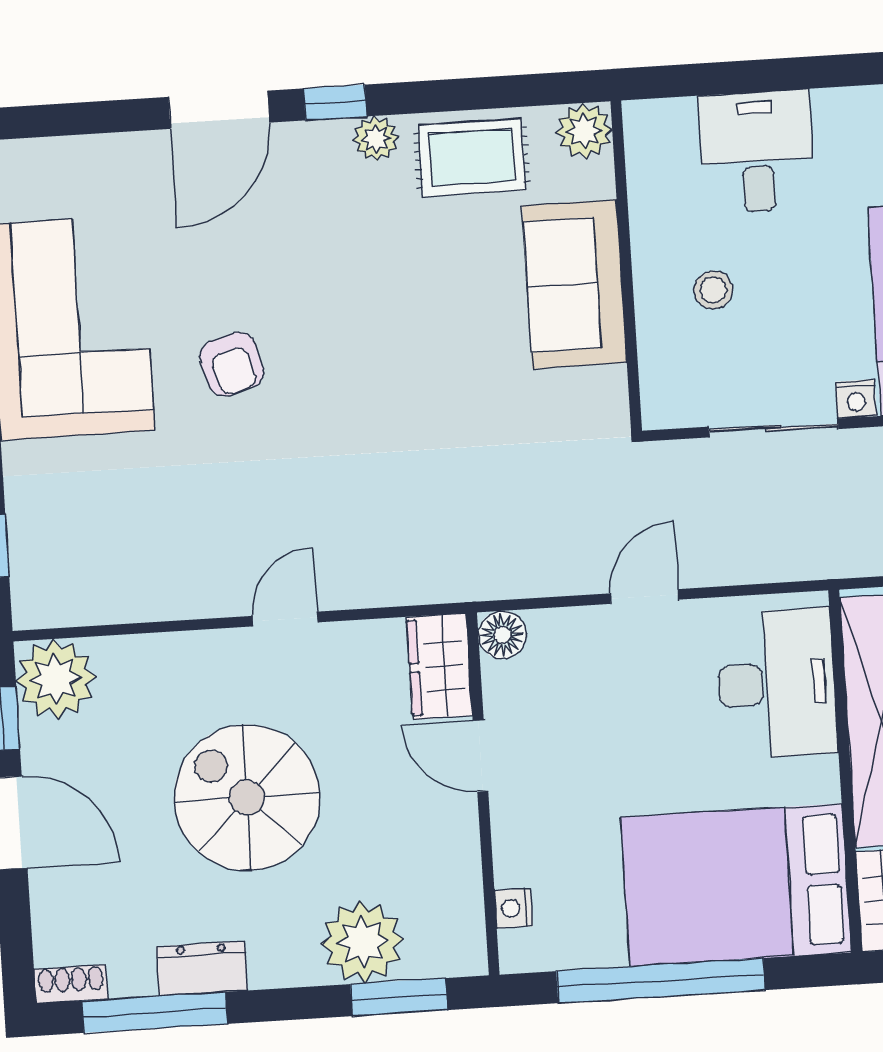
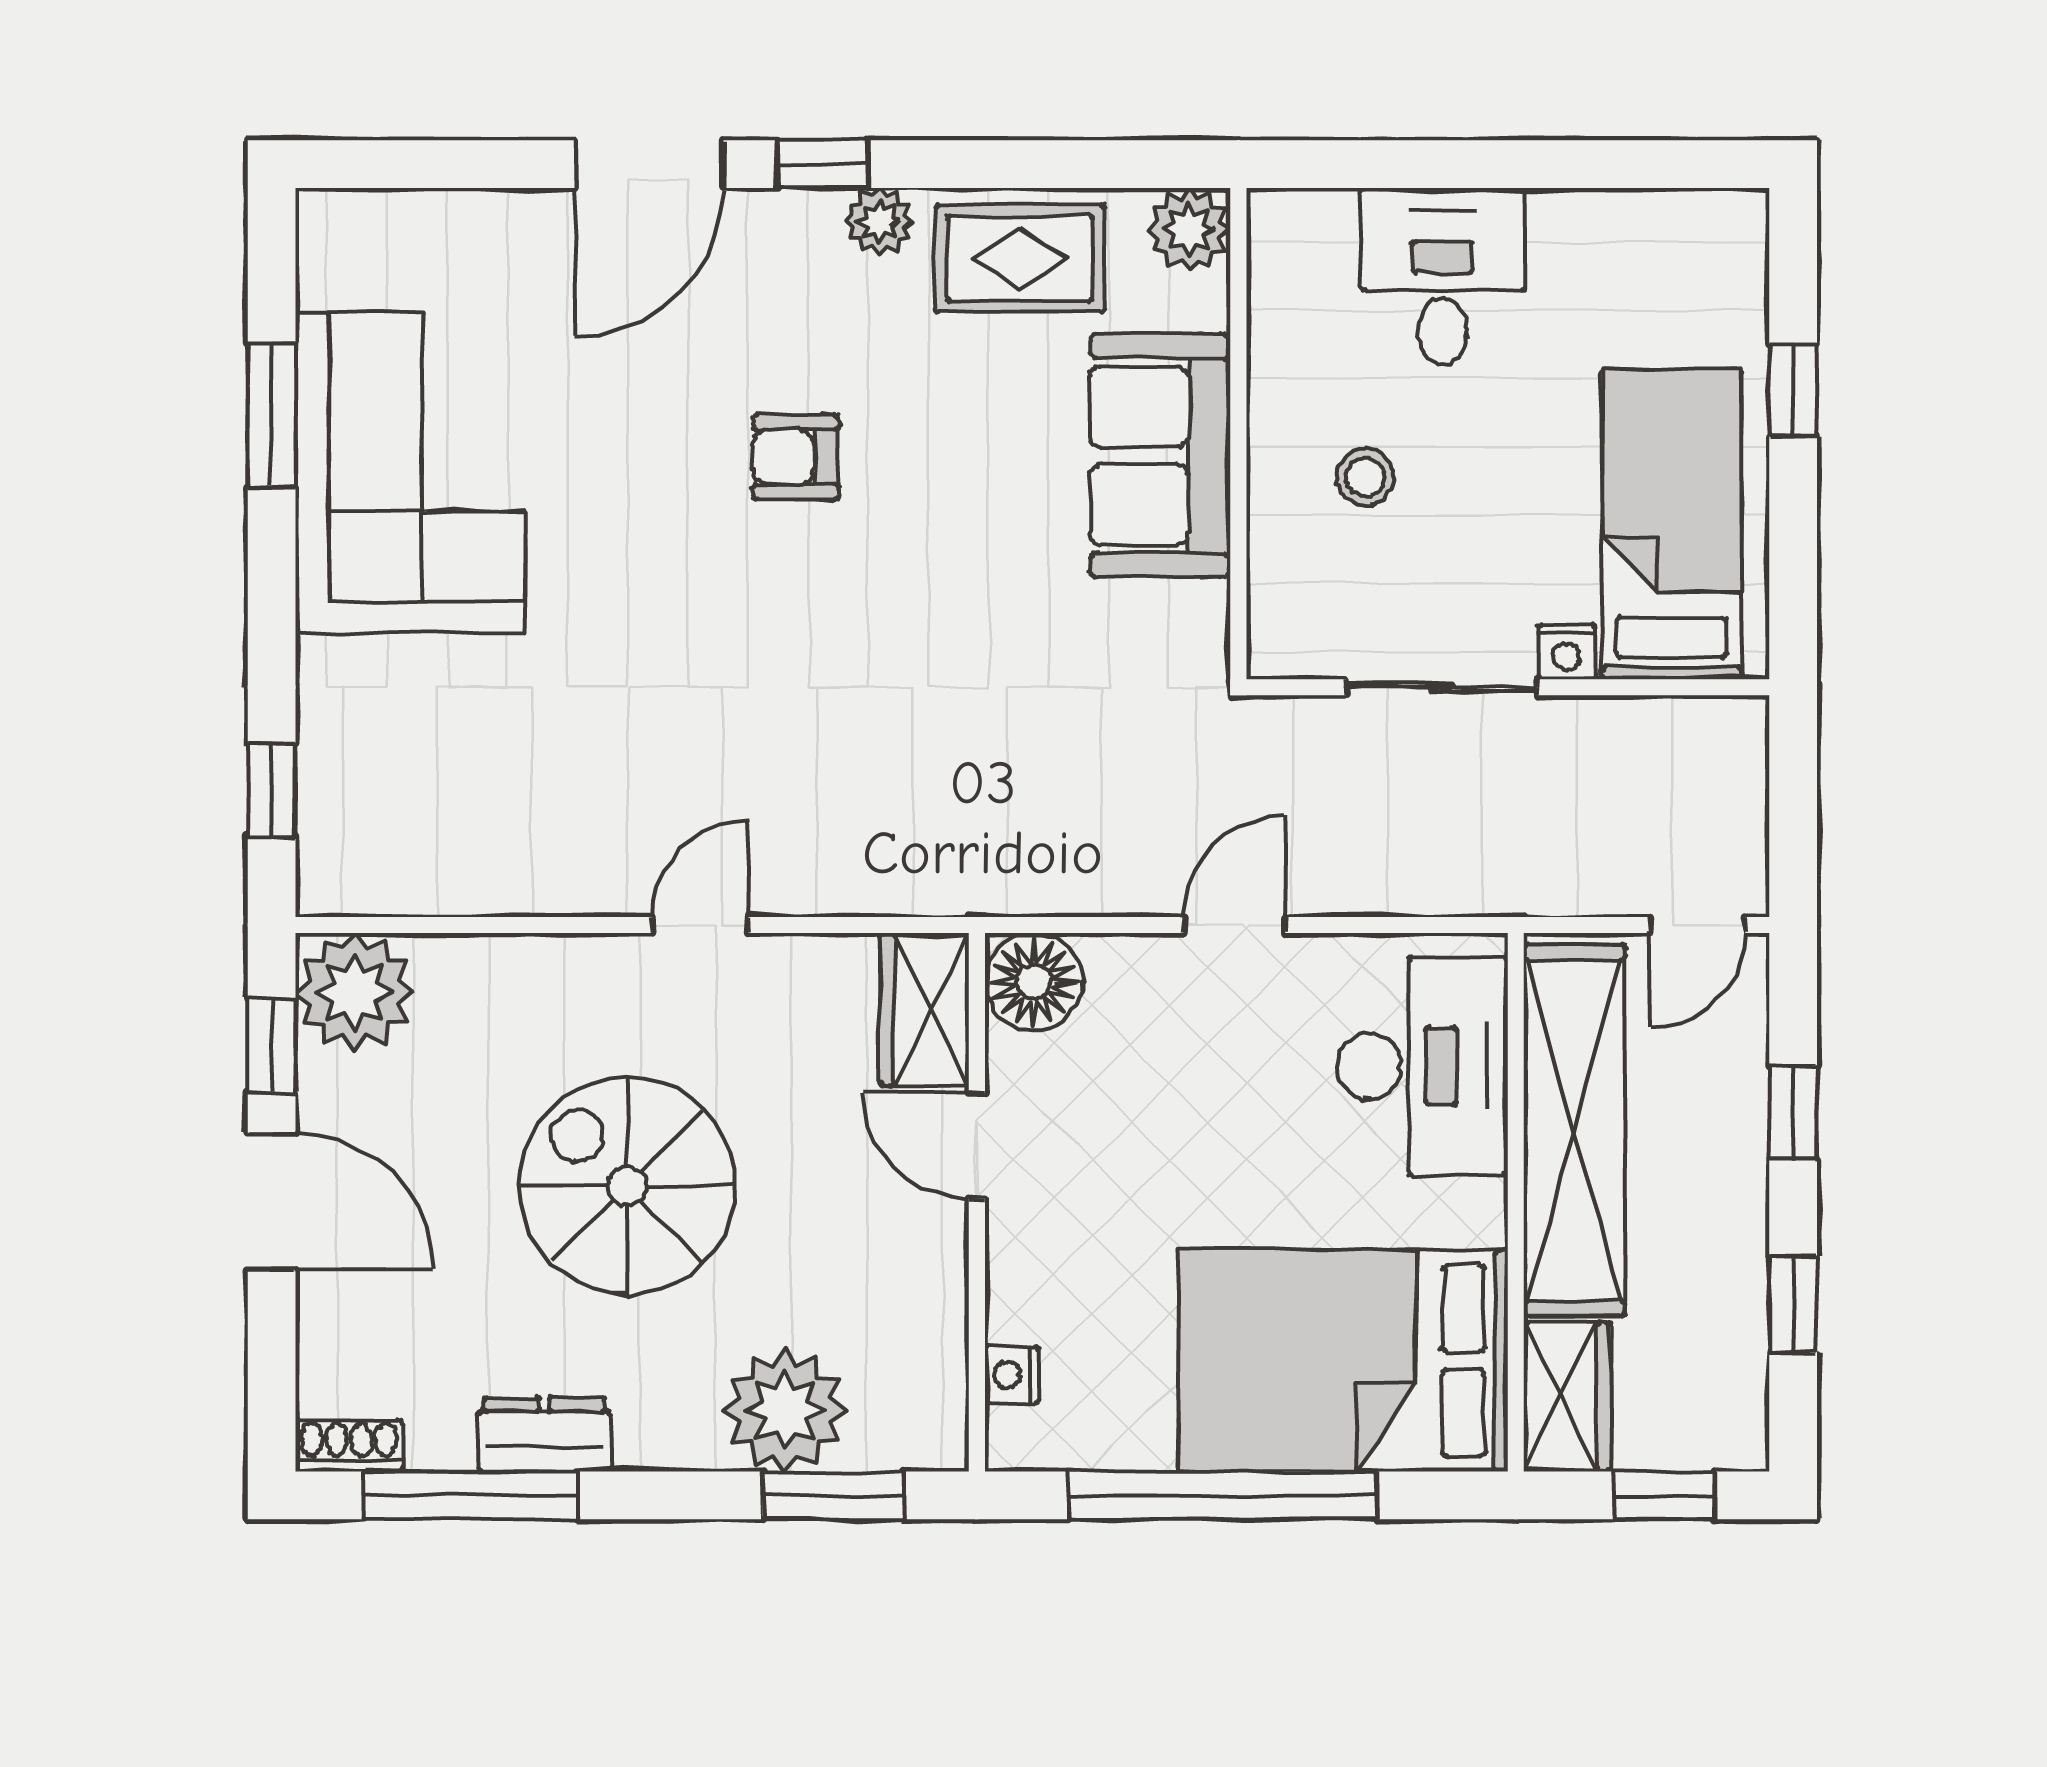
armchair: (232, 364) -> (796, 457), moved, turned 106
floor lamp: (502, 635) -> (1034, 982), width x1.38, depth x1.38

